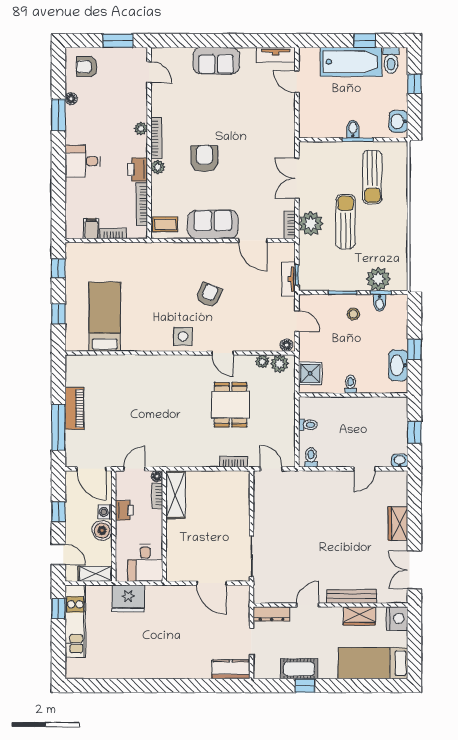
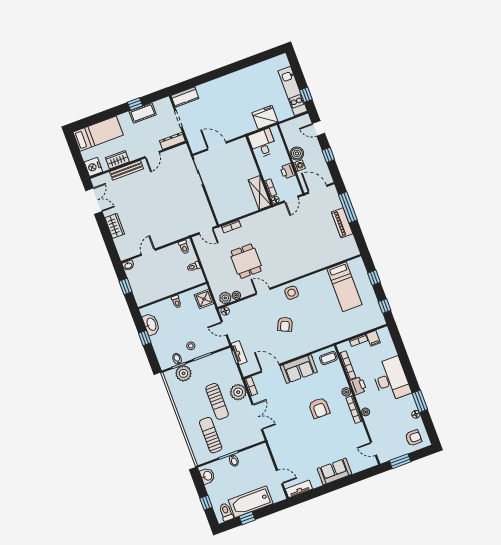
desk: (83, 161) -> (391, 379), width x1.87, depth x1.30
shelving: (95, 574) -> (291, 125), removed

